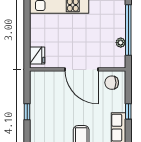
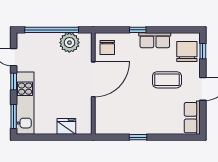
plant: (121, 43) -> (69, 43), width x1.88, depth x1.88
fridge: (37, 55) -> (66, 126), moved

